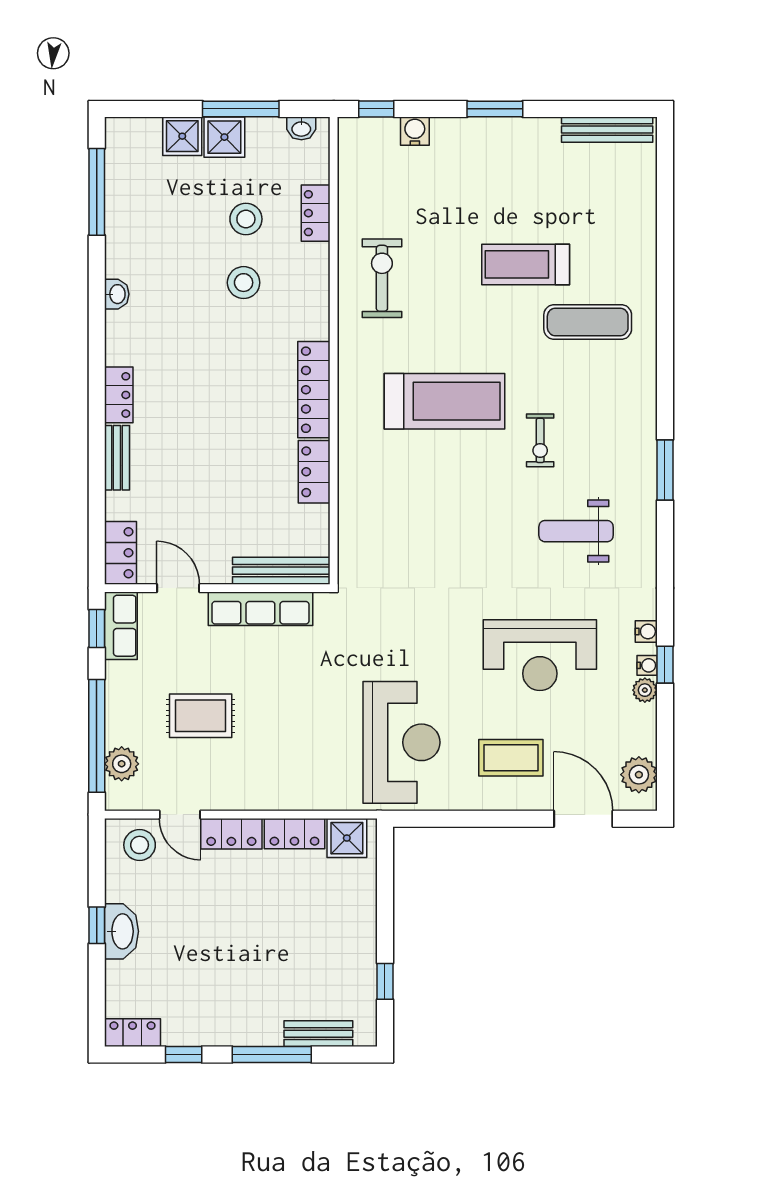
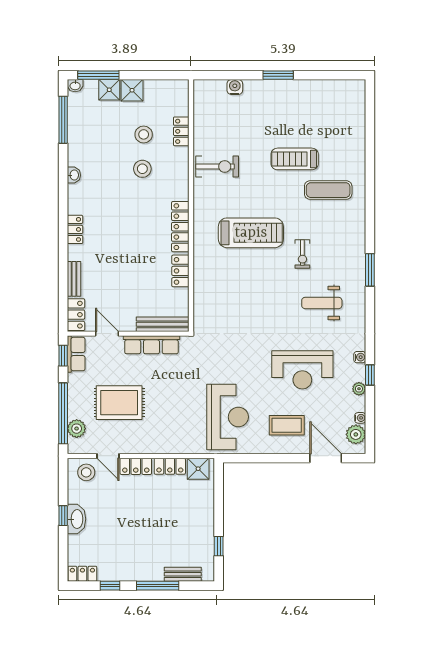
window: (241, 109) -> (98, 75), moved
window: (376, 109) -> (214, 75), removed
washbasin: (301, 128) -> (75, 86), moved
bench: (607, 130) -> (339, 86), removed
exercise bike: (382, 278) -> (217, 166), turned 90
bench: (117, 458) -> (74, 279), moved
water cooler: (647, 665) -> (360, 418), moved
rug: (201, 716) -> (119, 403), width x1.36, depth x1.43

